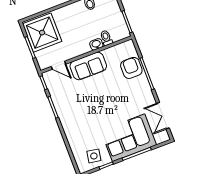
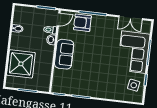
shower: (42, 33) -> (21, 64), moved
door: (58, 65) -> (59, 19), moved

